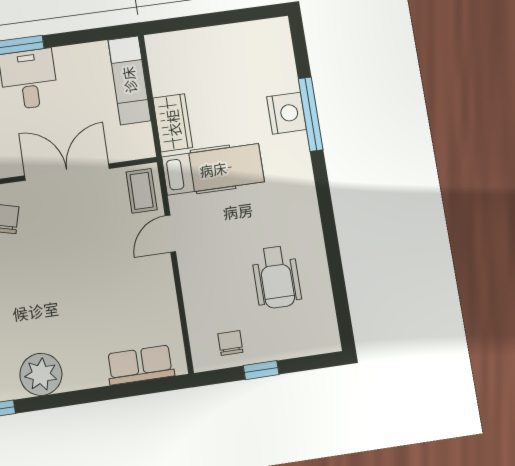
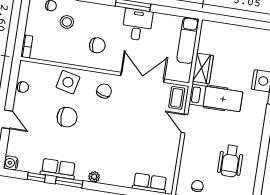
door: (170, 234) -> (184, 124), hinge flipped
plant: (41, 374) -> (94, 177), width x0.53, depth x0.53

